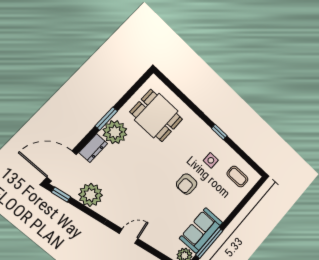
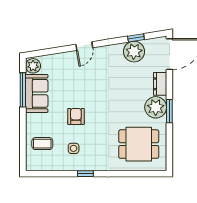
coffee table: (237, 177) -> (42, 144), moved
window: (61, 195) -> (136, 38), moved

